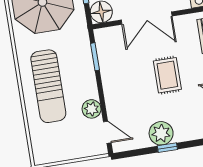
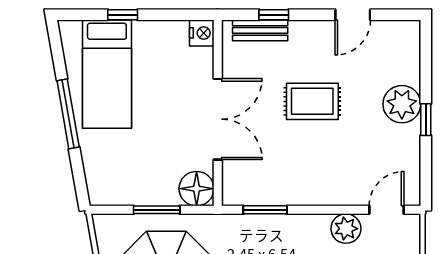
plant: (161, 133) -> (402, 104), moved

